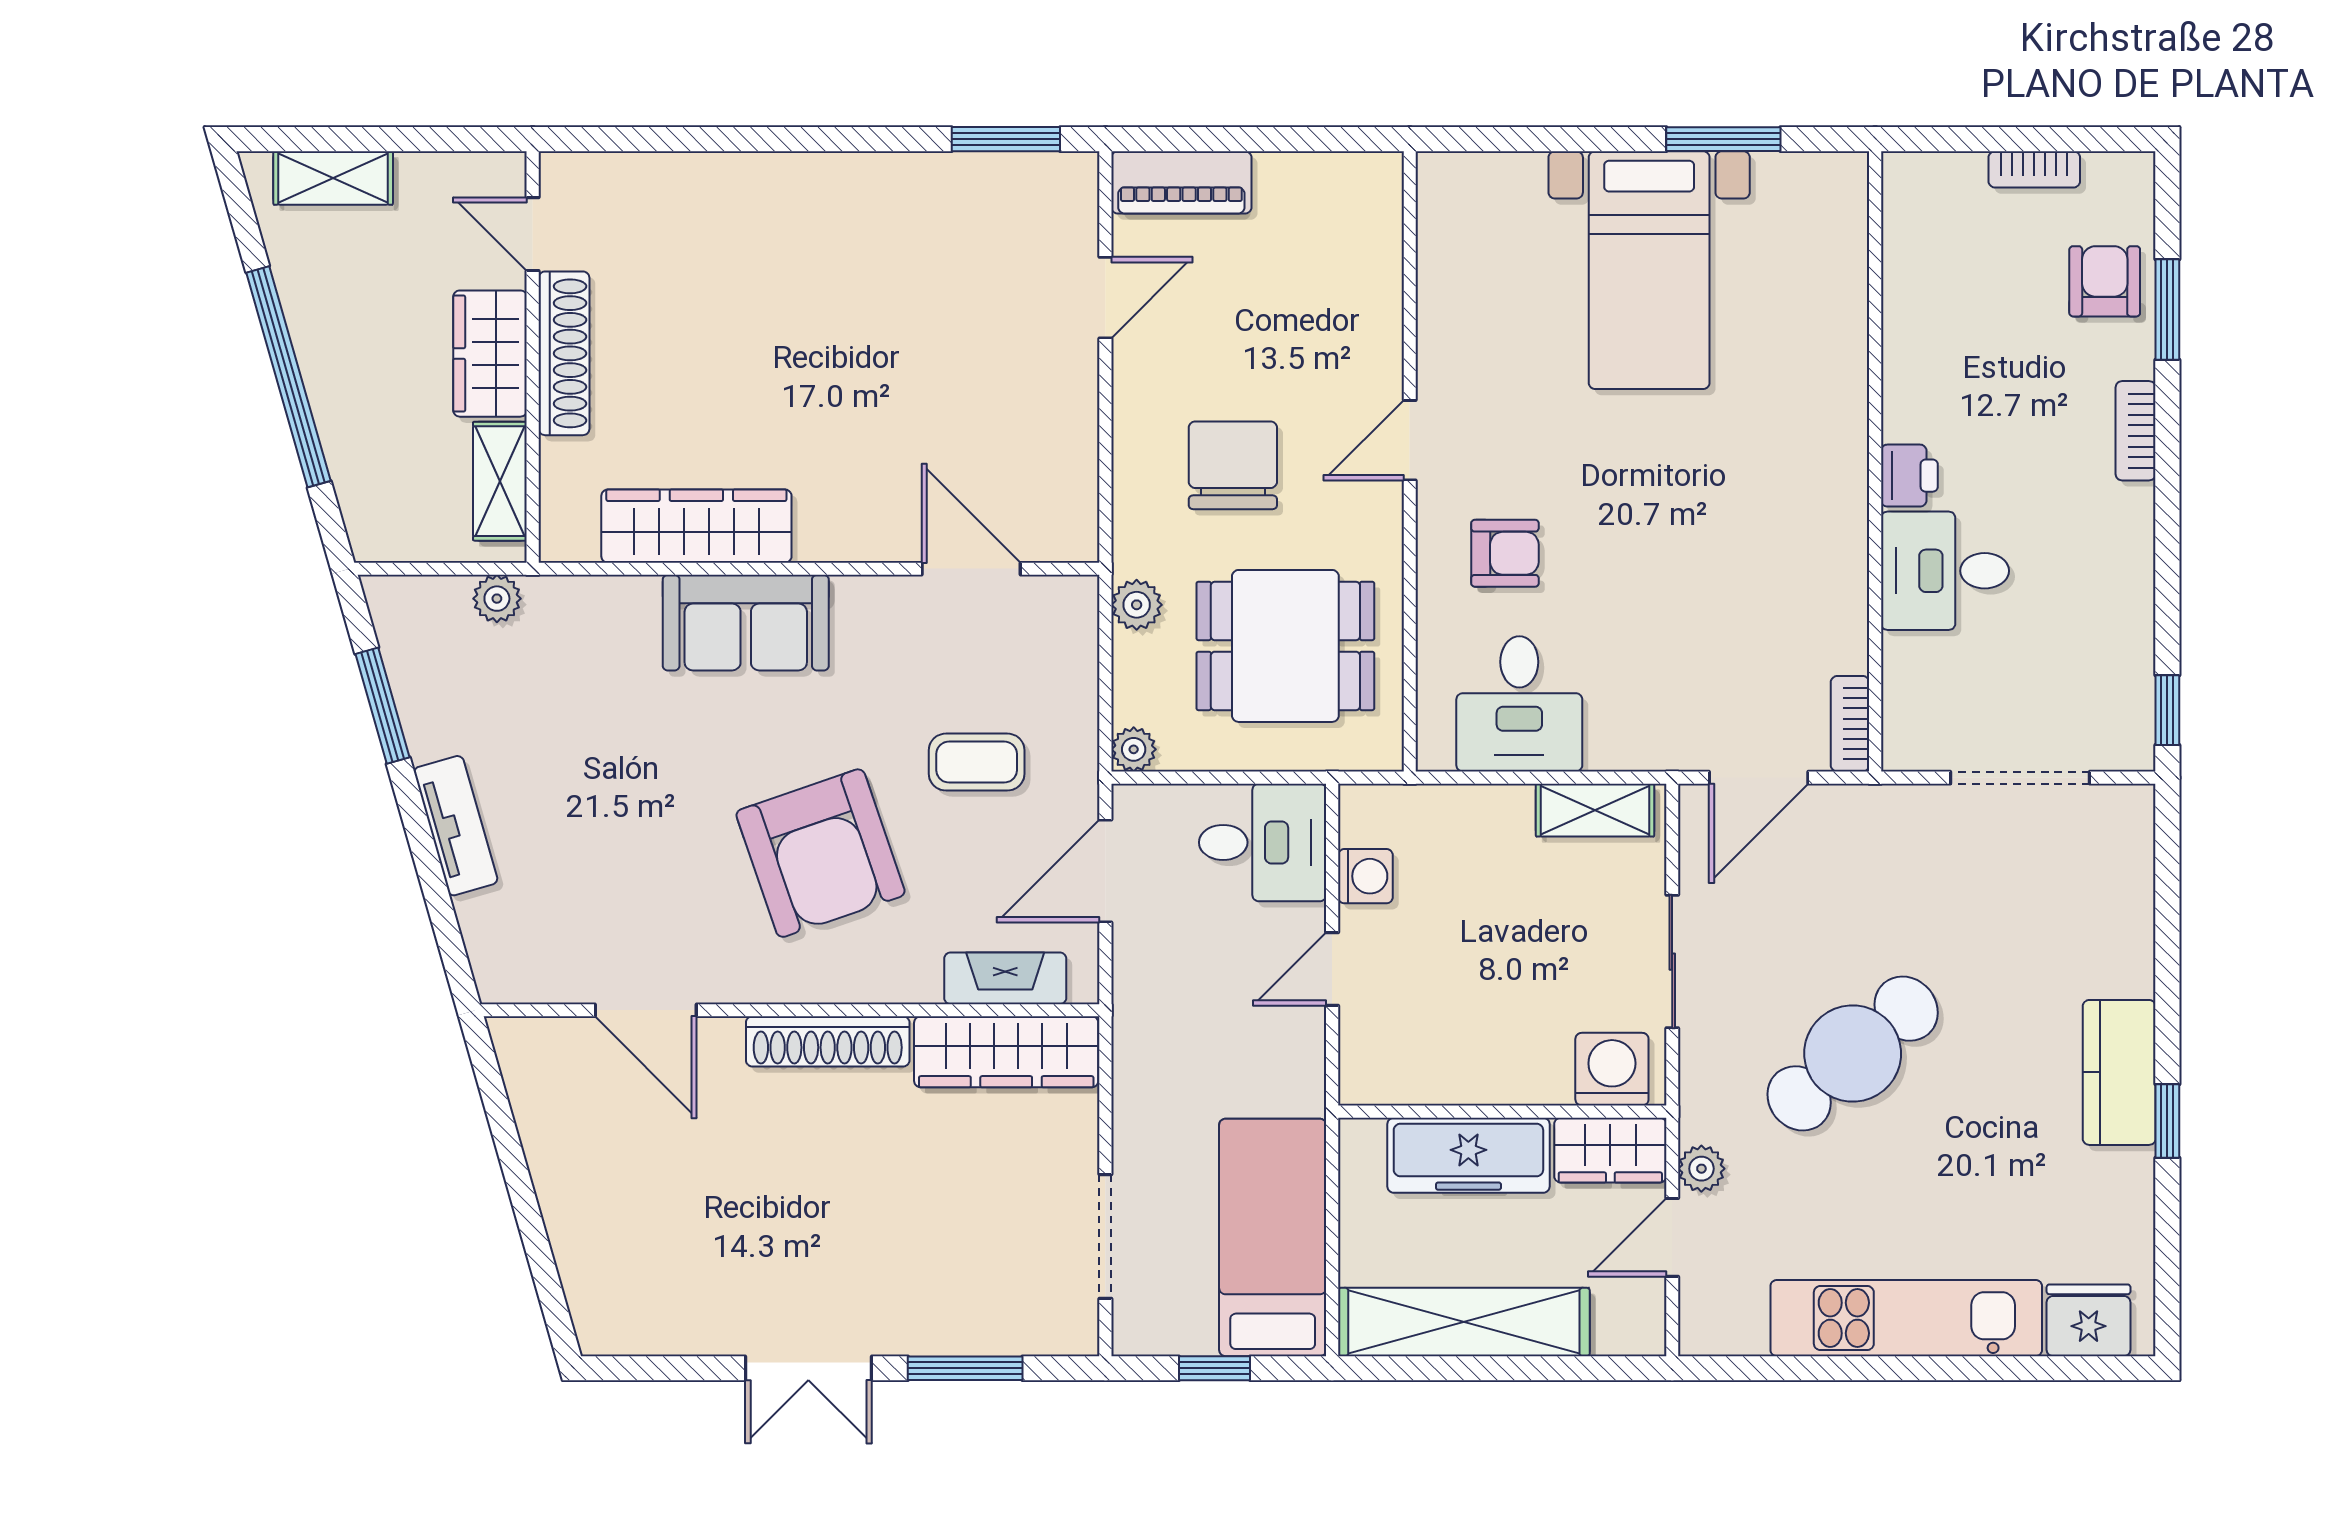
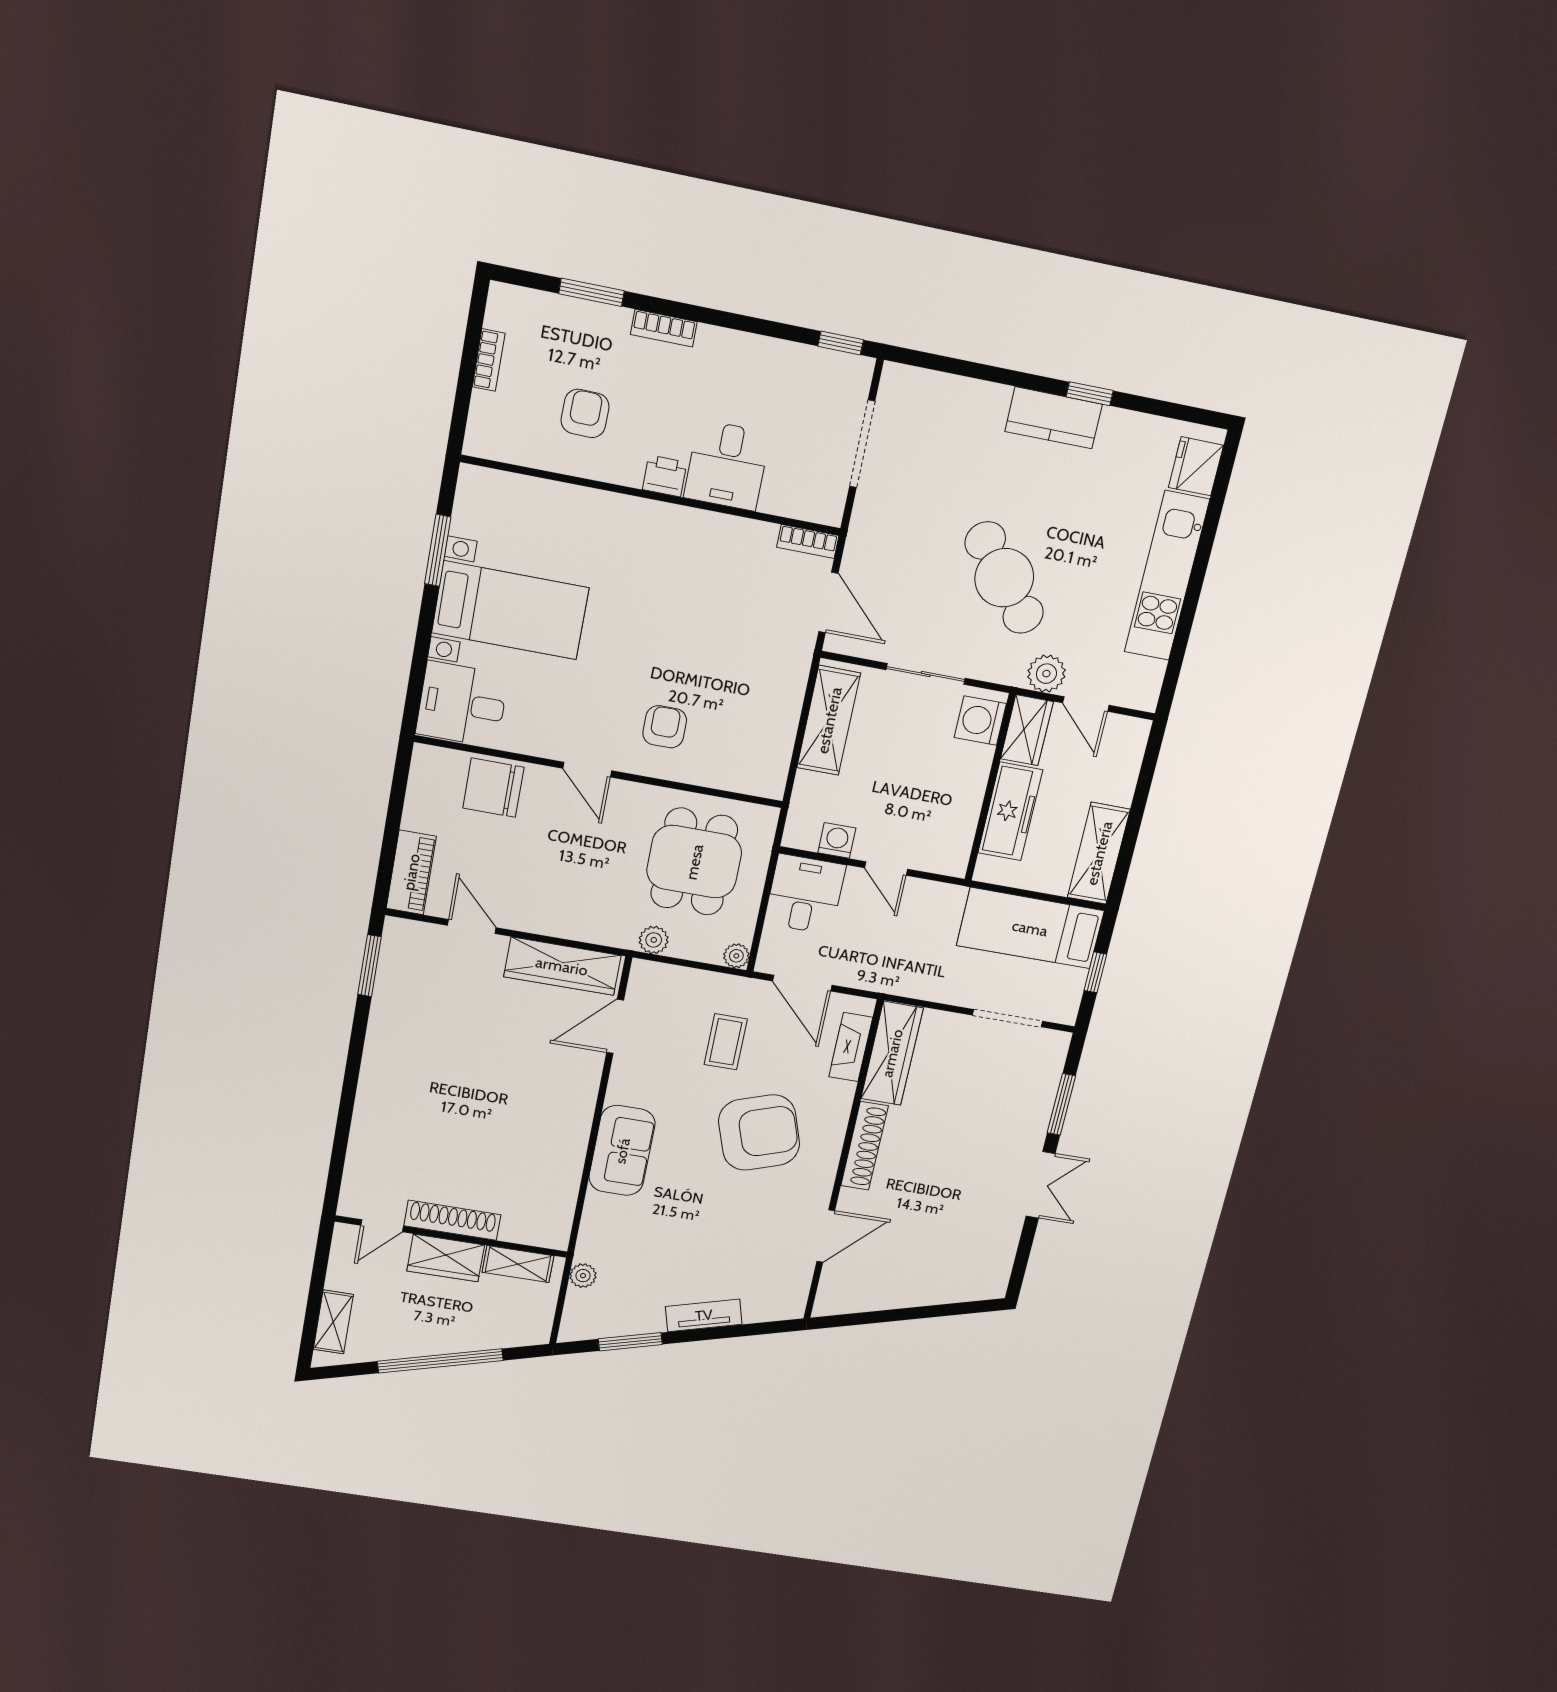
armchair: (2105, 281) -> (585, 413), moved, turned 91
chair: (1233, 465) -> (493, 788), moved
wardrobe: (696, 526) -> (562, 966), moved, turned -90
desk: (1519, 704) -> (462, 704), moved, turned 180
shelving: (1595, 810) -> (829, 720), width x1.50, depth x1.33
plant: (1701, 1169) -> (1046, 674), width x1.38, depth x1.38
shelving: (1464, 1322) -> (1099, 853), width x0.68

